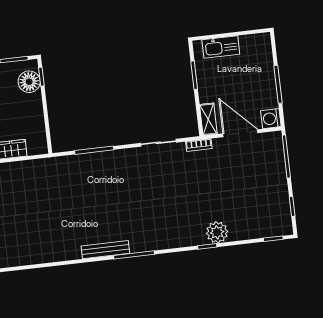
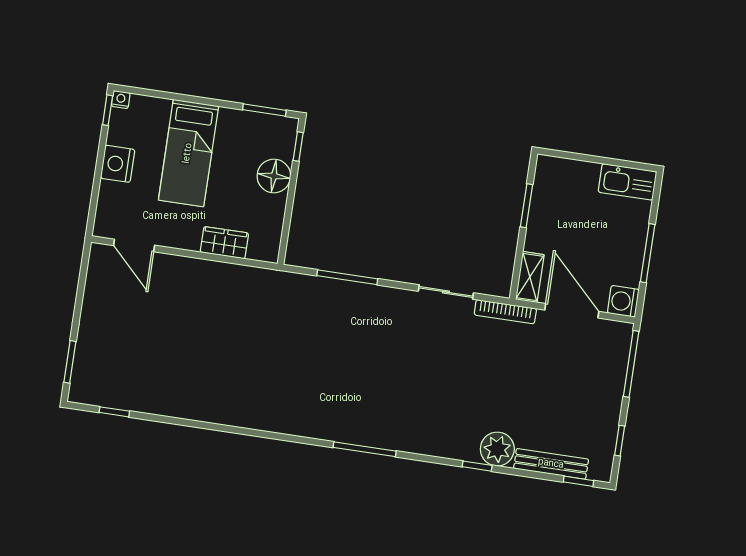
kitchen sink: (221, 47) -> (627, 182), moved
floor lamp: (29, 82) -> (274, 176), moved
bookcase: (199, 145) -> (505, 312), width x1.56
bench: (105, 250) -> (551, 464), moved

